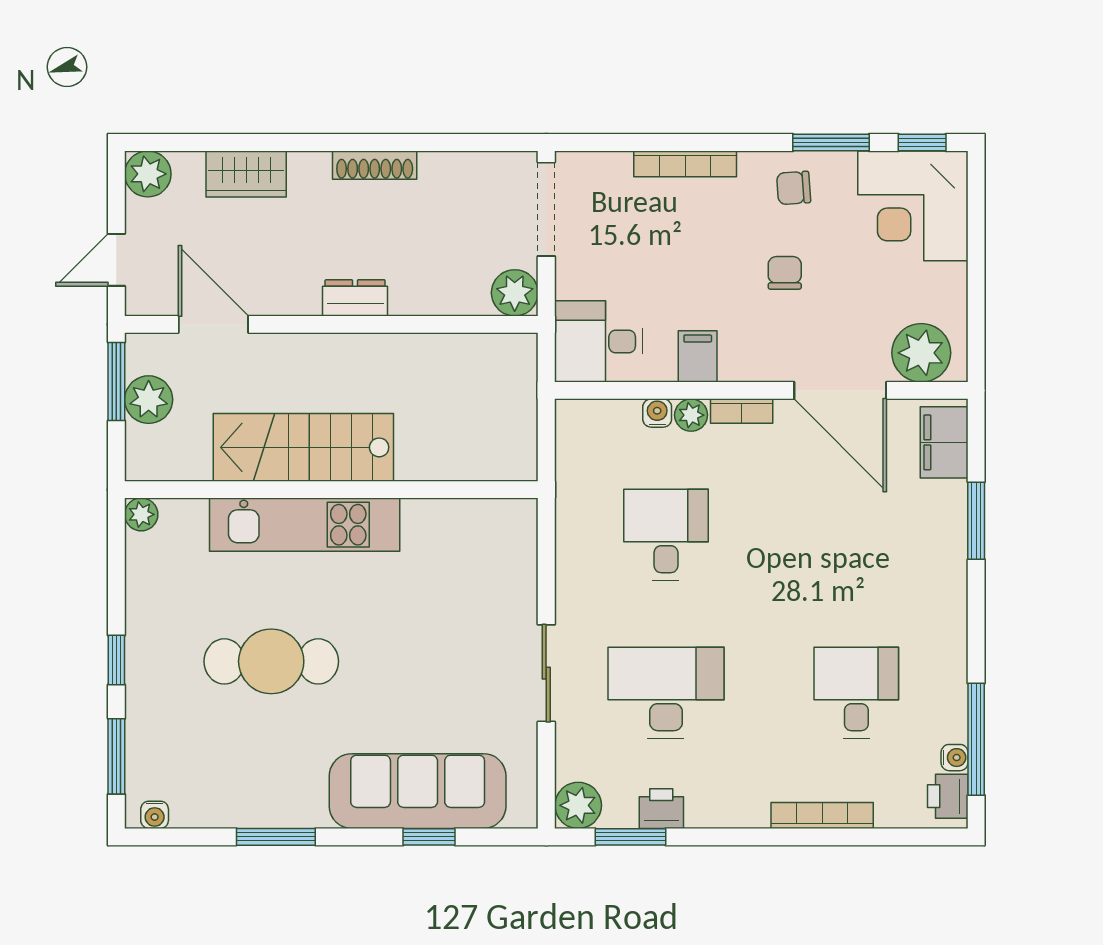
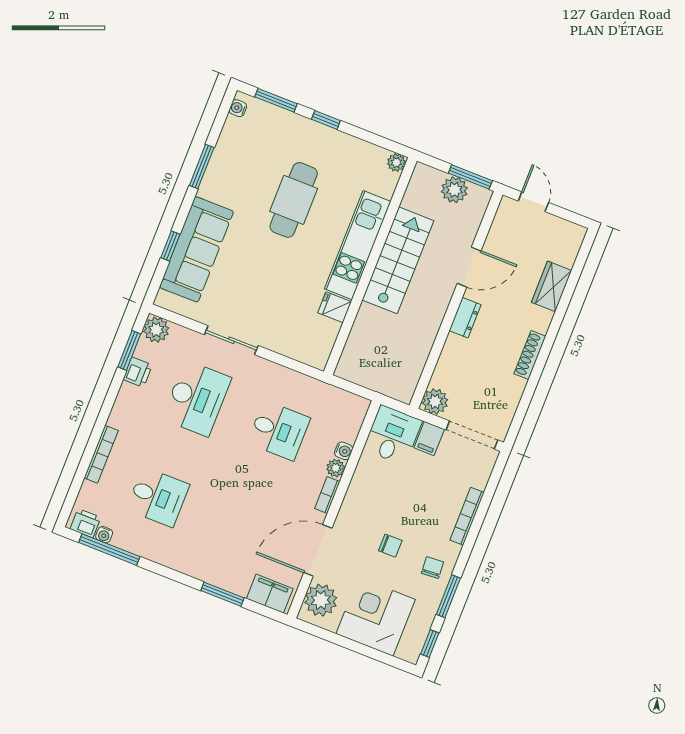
plant: (148, 174) -> (572, 236), removed
corner desk: (913, 206) -> (376, 617), moved
door: (213, 324) -> (469, 267), moved
filing cabinet: (698, 356) -> (429, 438), moved, turned 90
fridge: (423, 522) -> (335, 307), added

